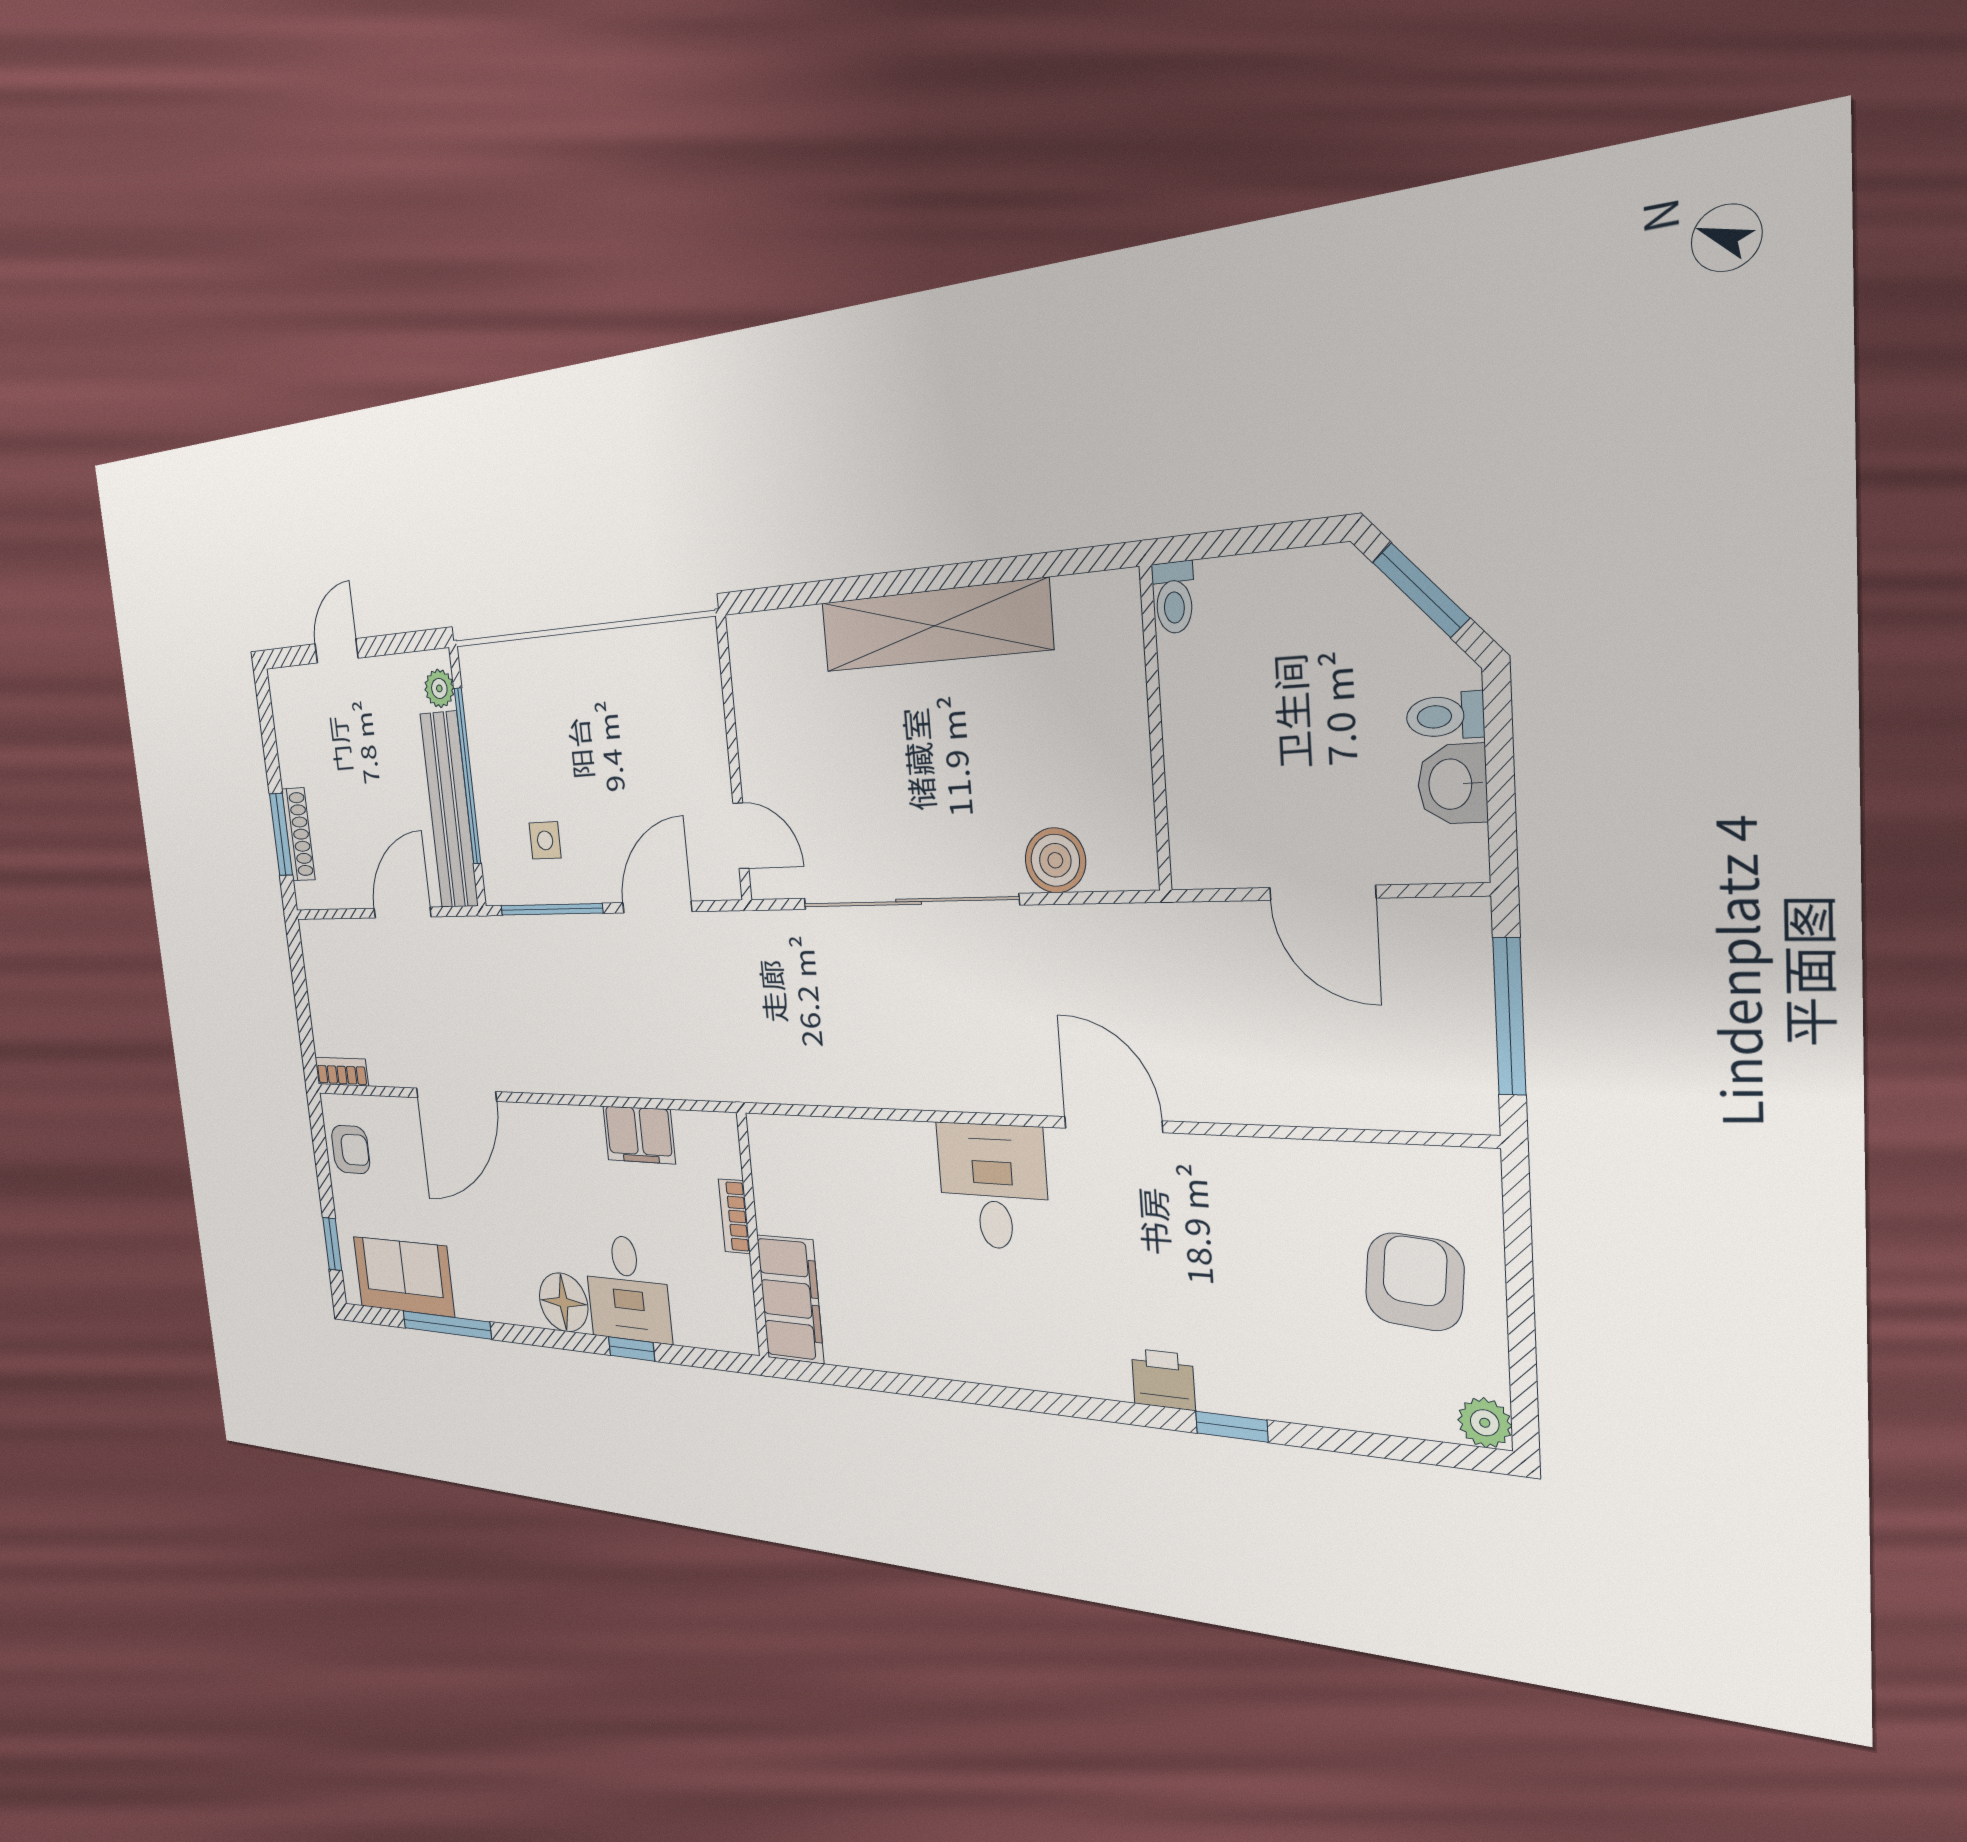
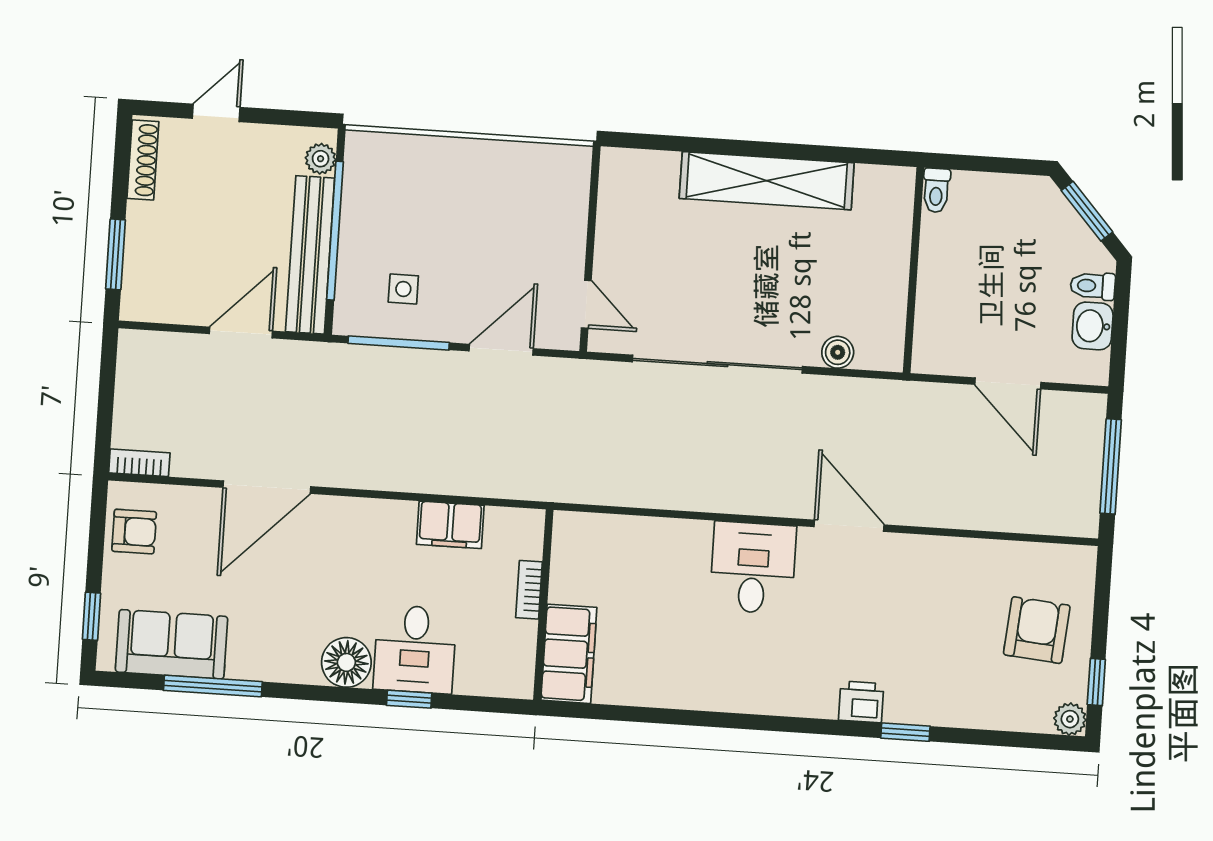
shoe rack: (298, 834) -> (143, 160), moved
boiler: (1055, 860) -> (838, 352), width x0.73, depth x0.73
window: (1523, 1367) -> (1096, 682), added

